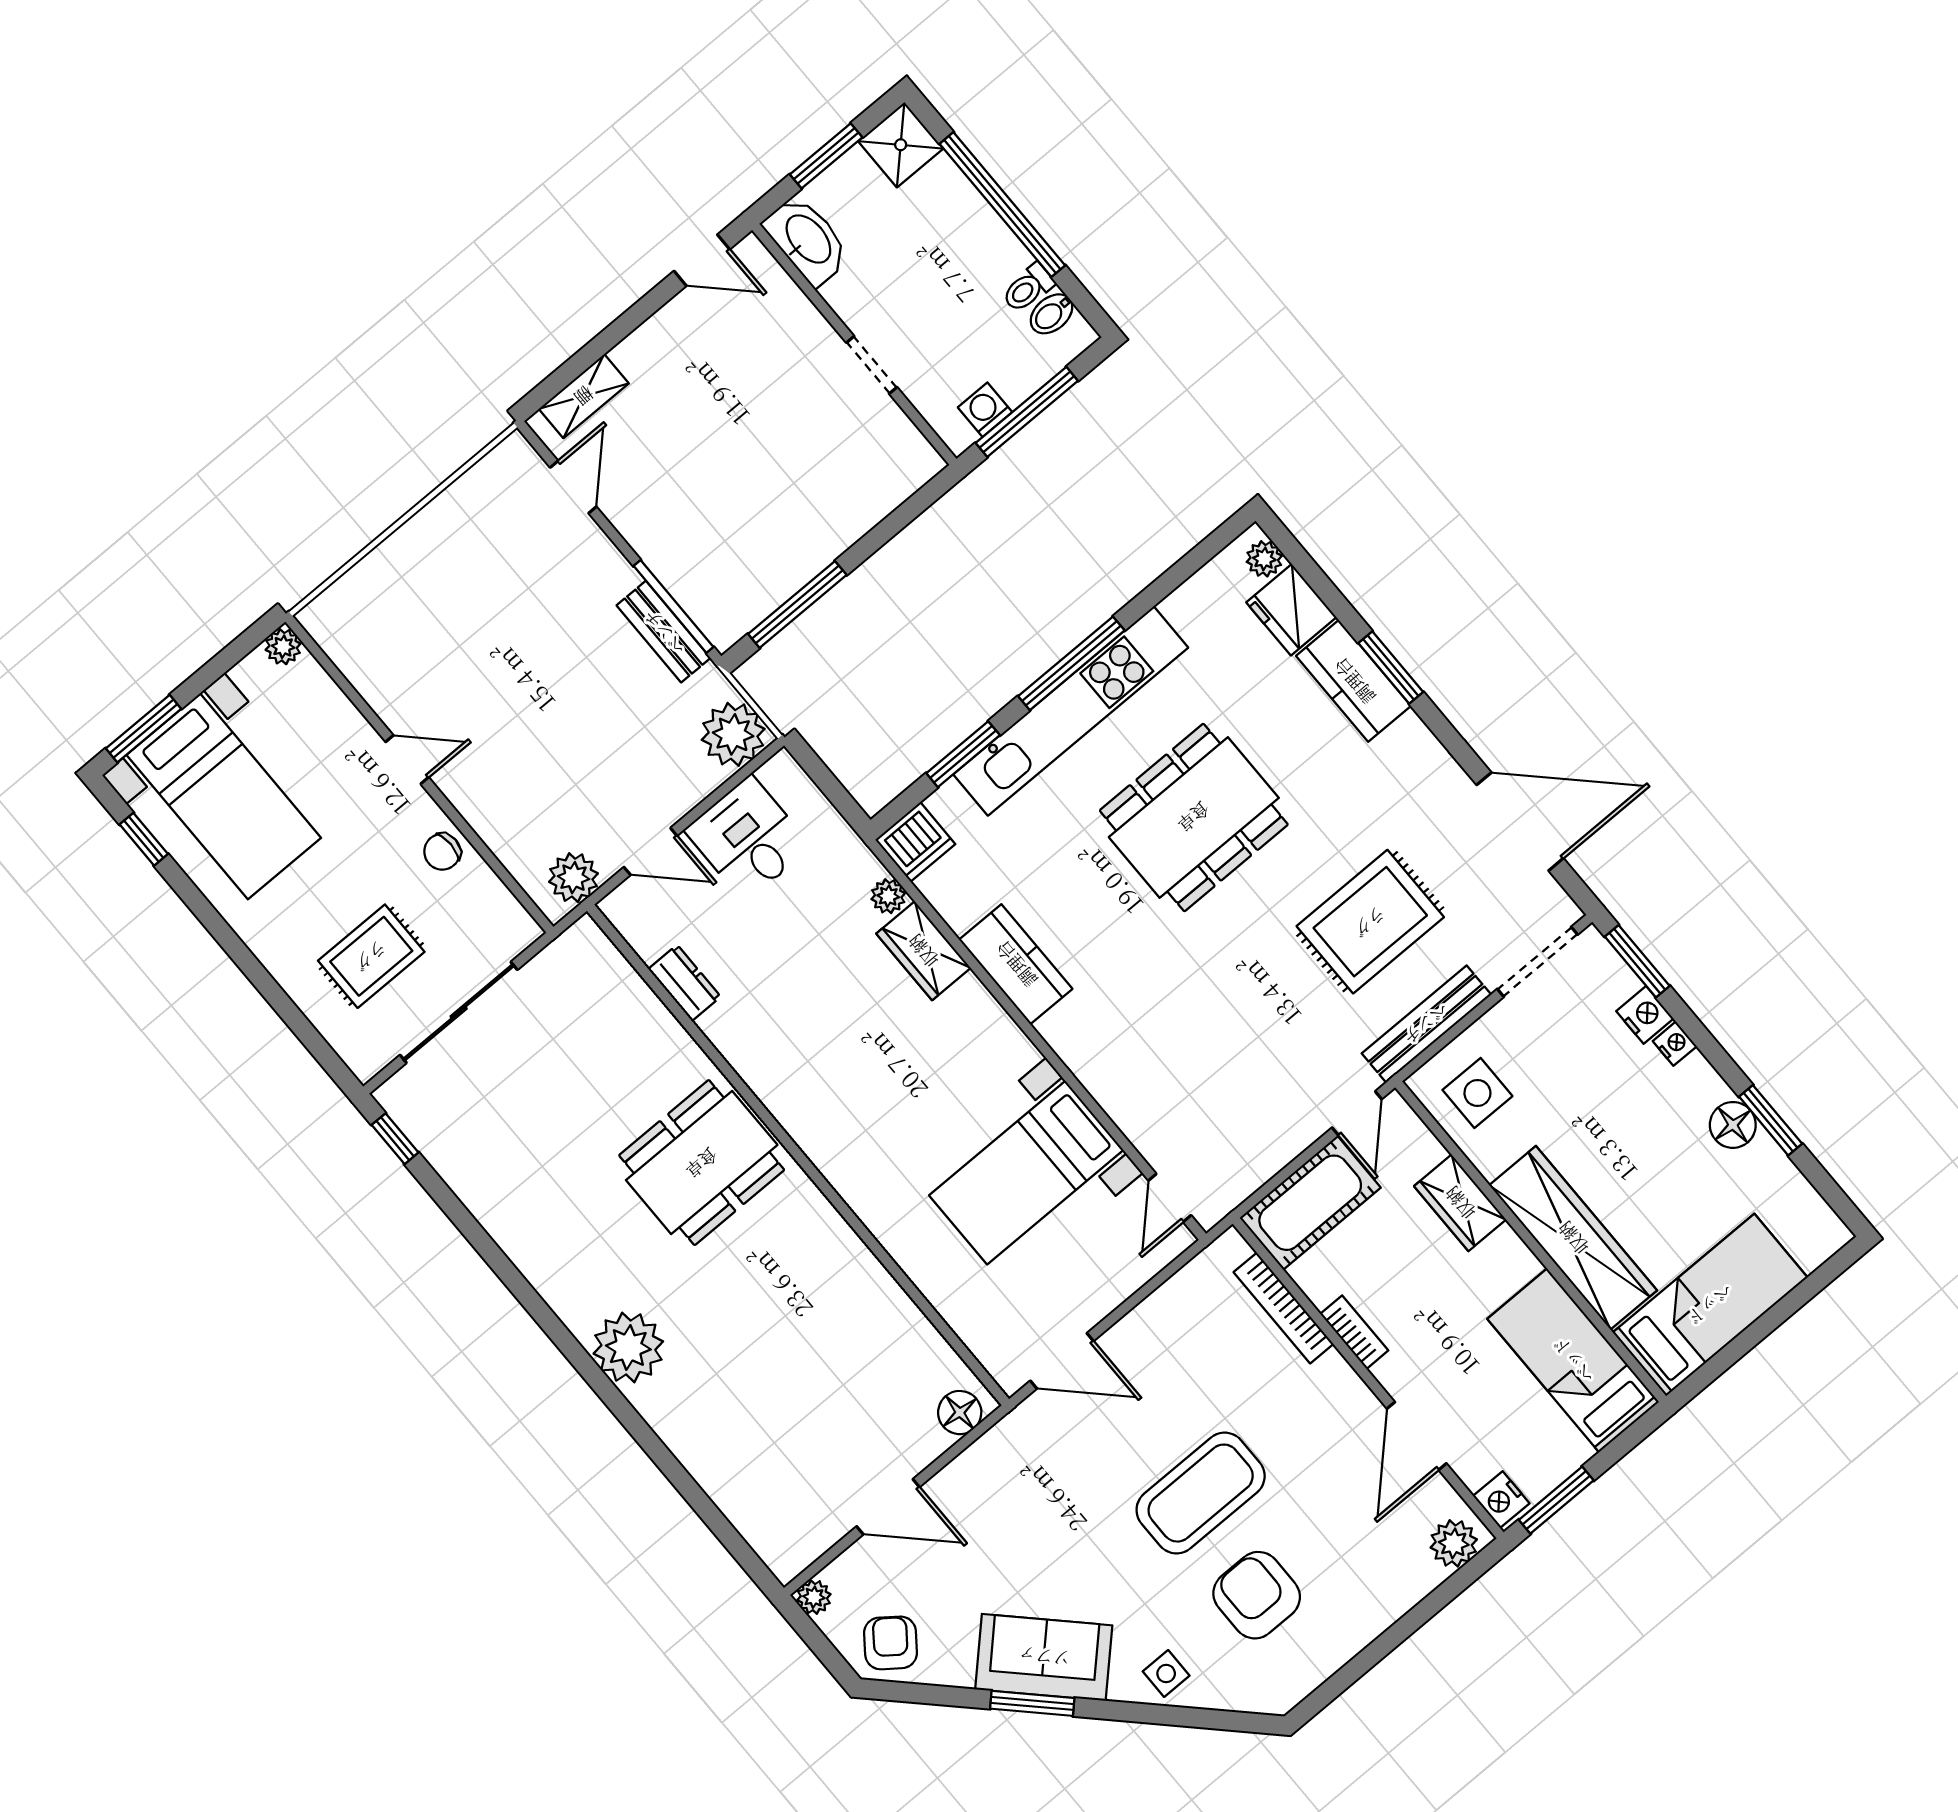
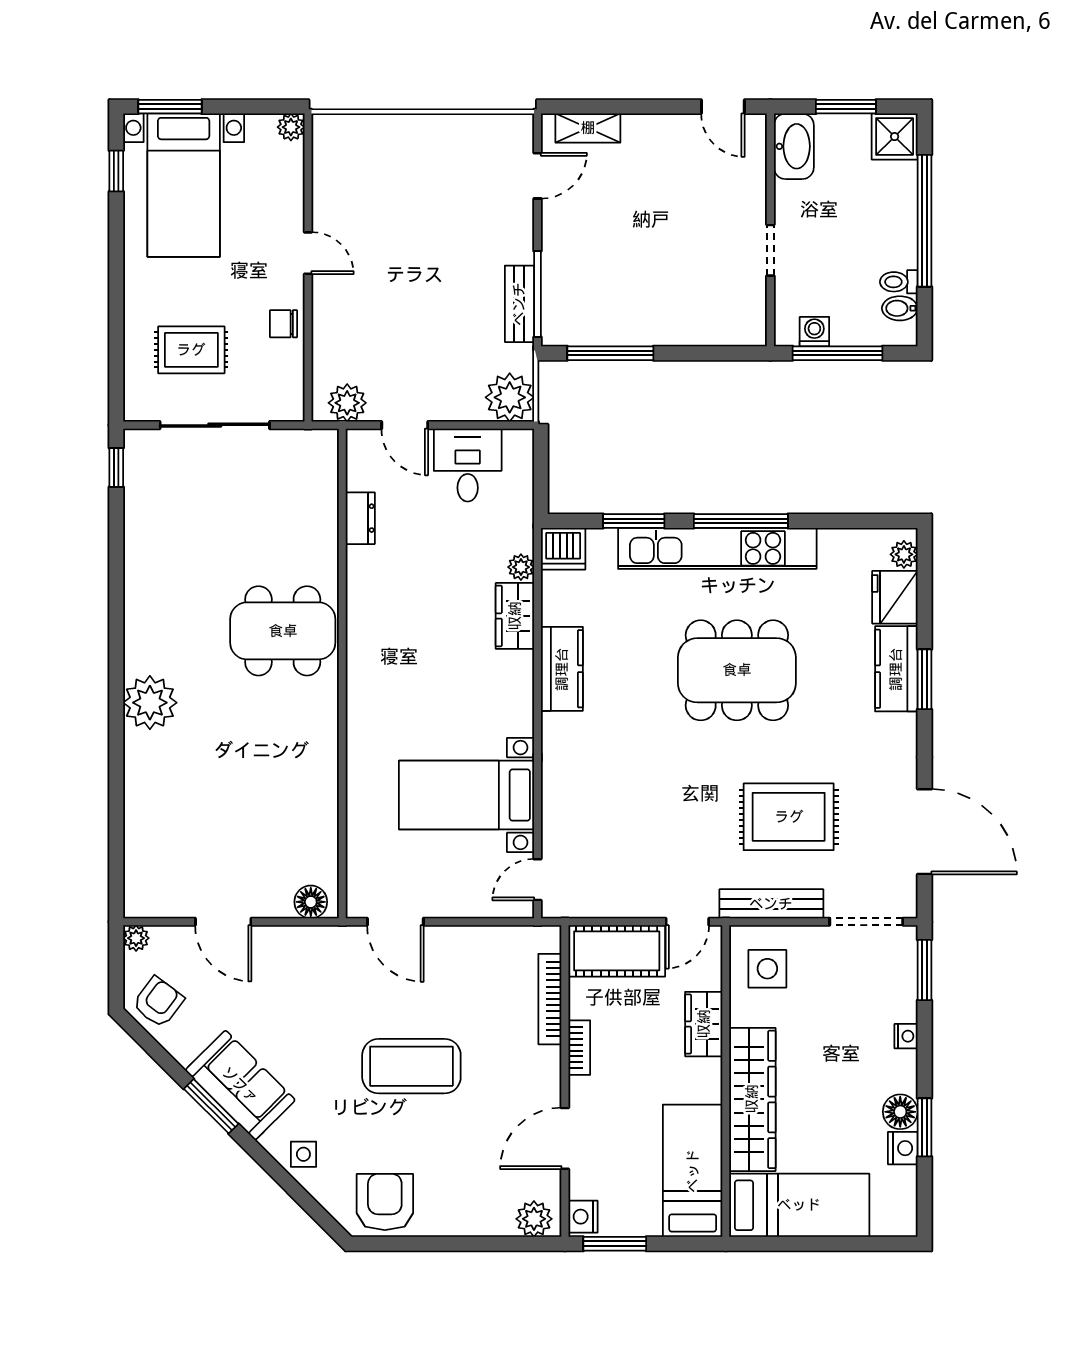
nightstand: (1645, 1015) -> (903, 1148), moved
armchair: (1257, 1595) -> (385, 1202), moved

